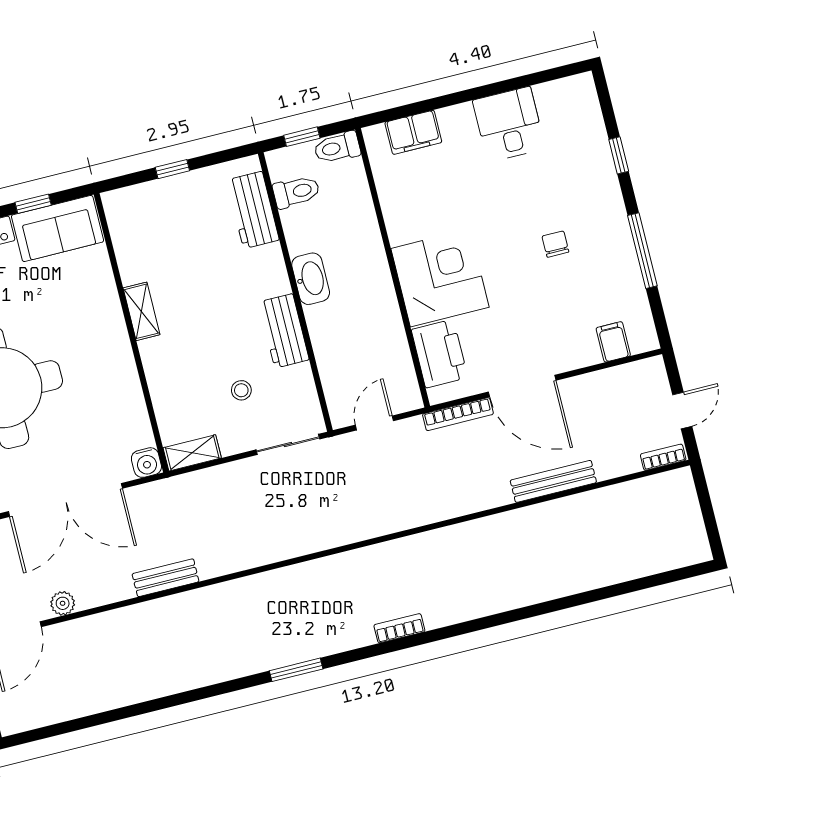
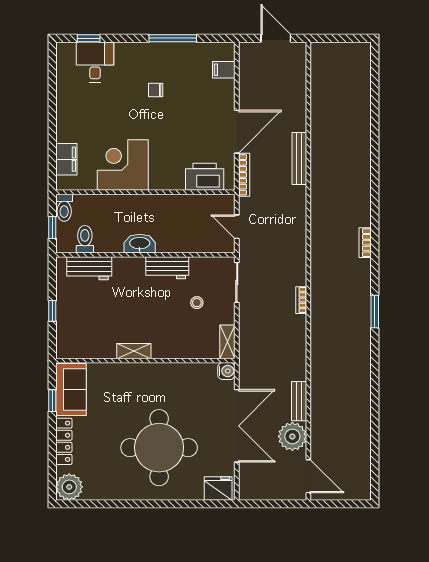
desk: (509, 124) -> (95, 62), moved, turned 90
window: (619, 155) -> (89, 38), moved
corner desk: (440, 278) -> (123, 165), moved
door: (682, 410) -> (276, 38), width x1.38
bookcase: (663, 457) -> (301, 300), moved
bench: (553, 481) -> (299, 158), moved
bench: (166, 578) -> (299, 401), moved
plant: (63, 603) -> (292, 436), width x1.88, depth x1.88

